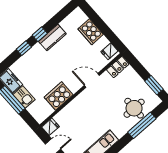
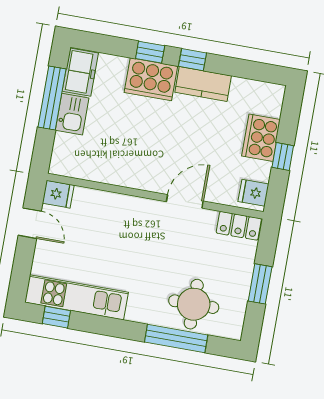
window: (104, 29) -> (283, 157), added
door: (92, 80) -> (185, 201), hinge flipped
window: (154, 85) -> (260, 284), moved
cooker: (59, 96) -> (151, 79), moved, turned 180

